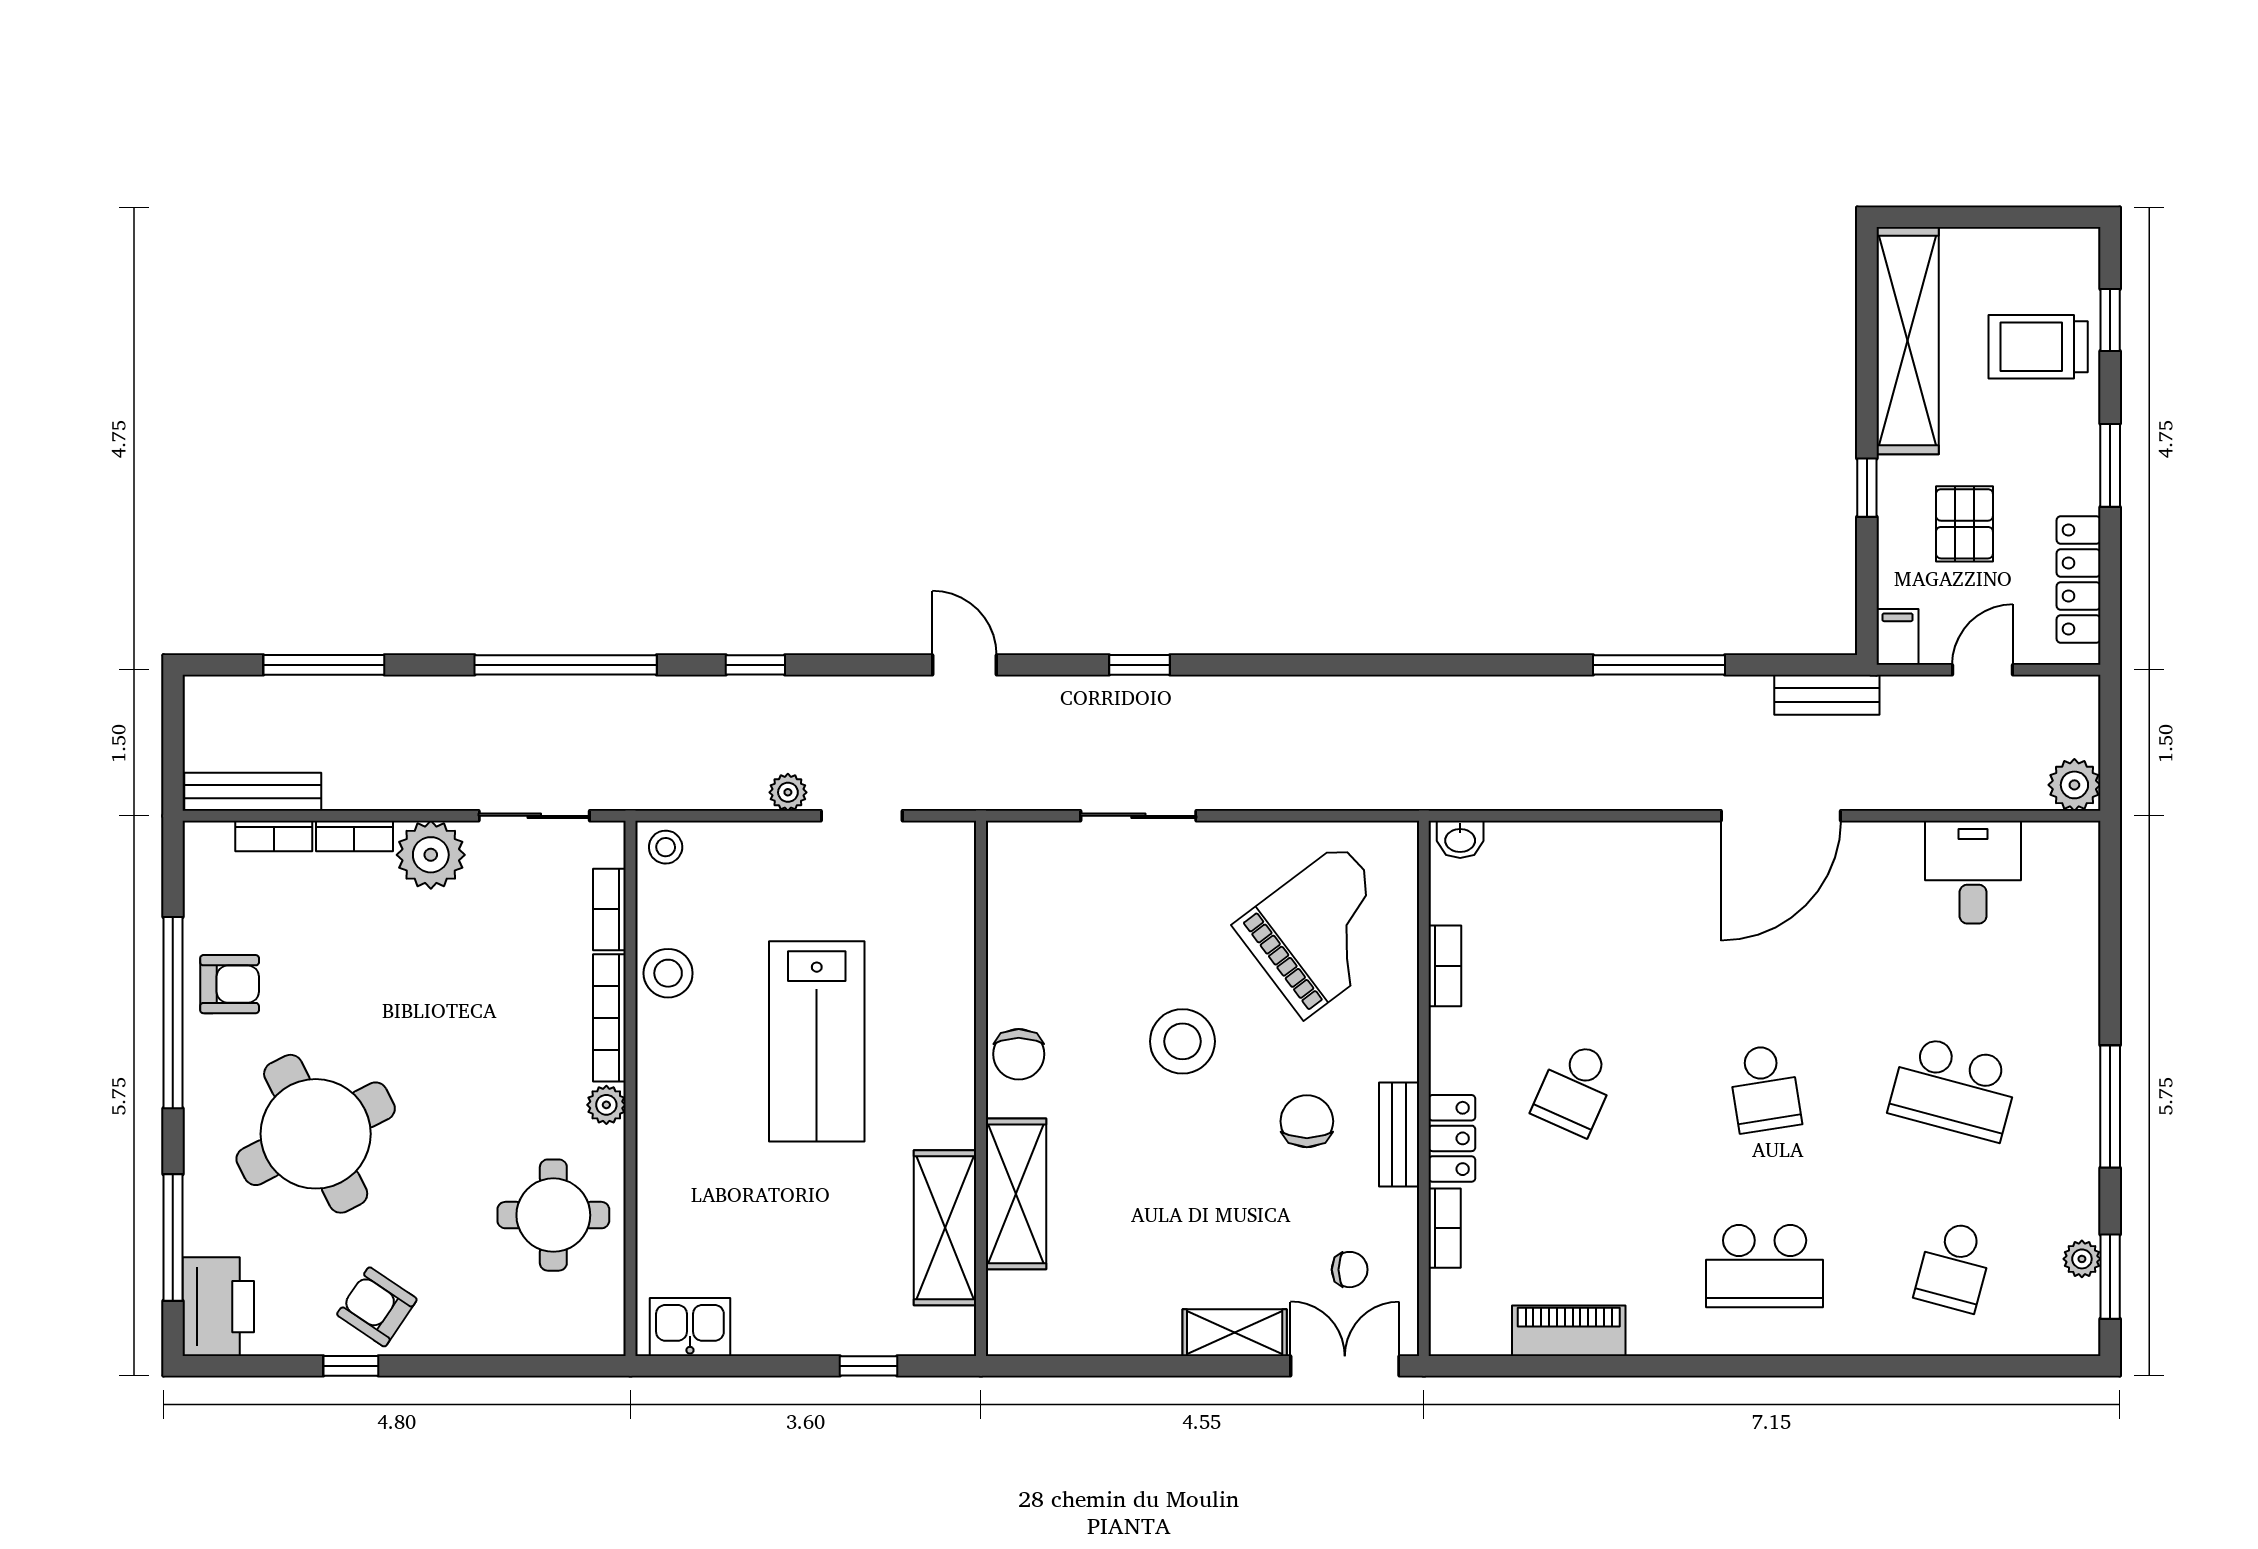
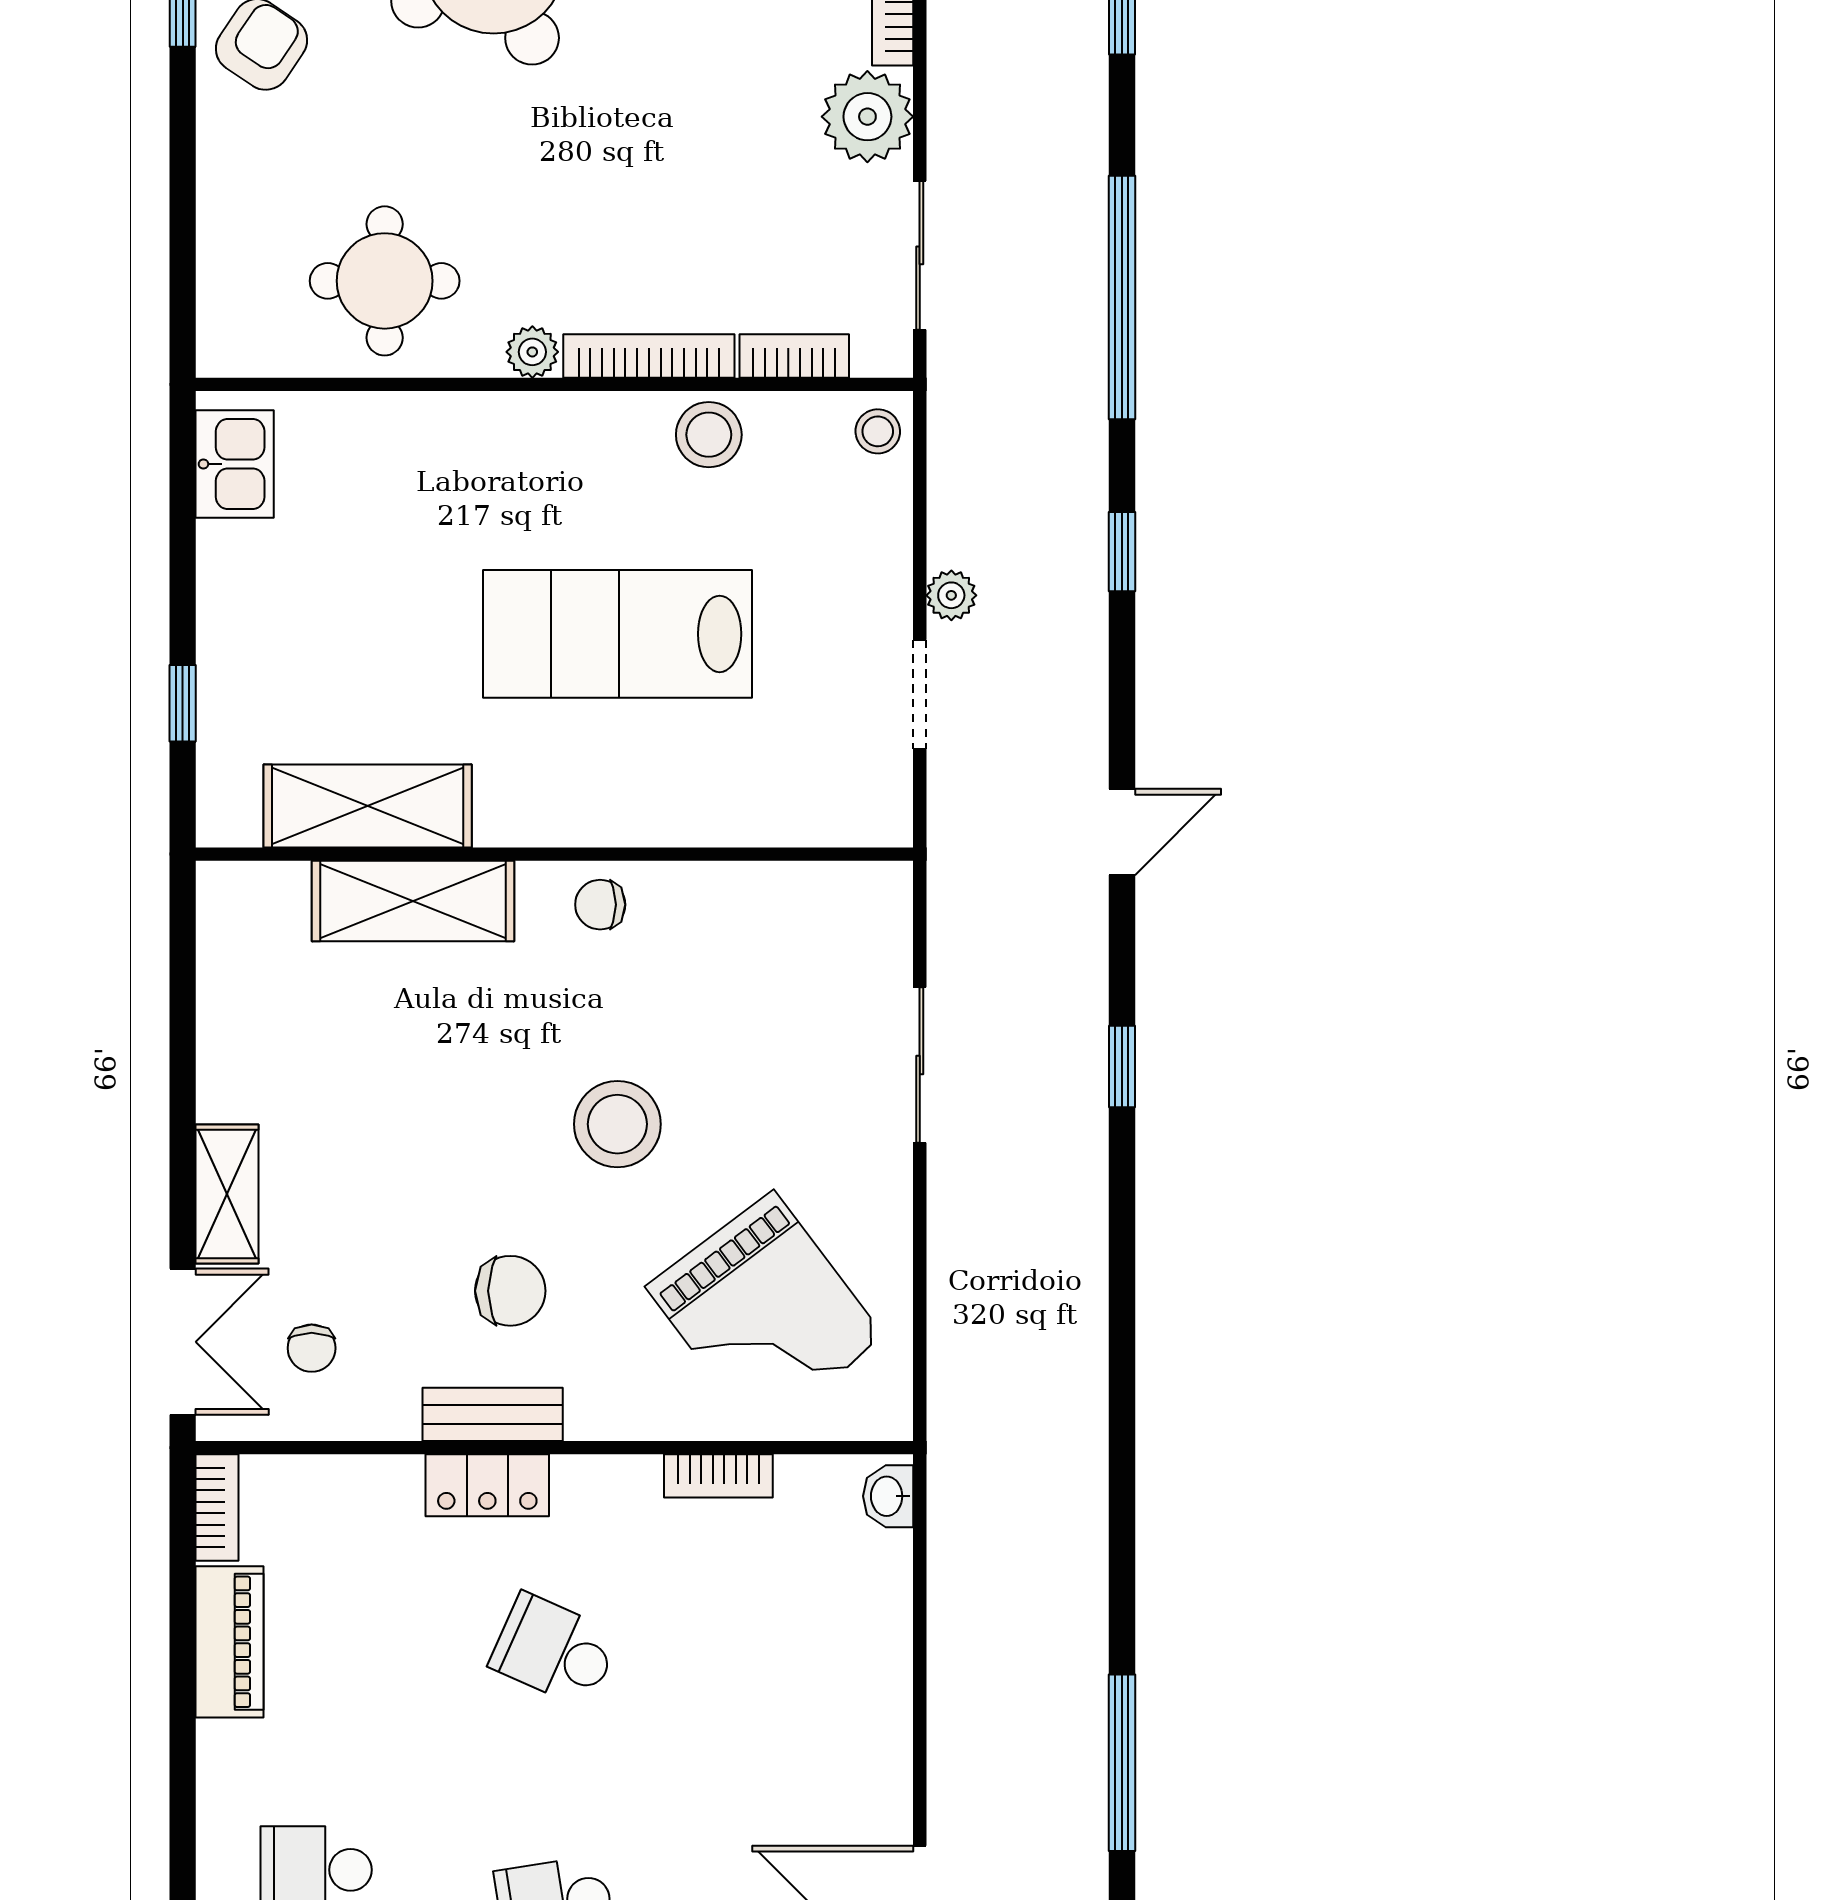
chair: (1019, 1054) -> (600, 905), width x0.73, depth x0.73
bookcase: (1445, 1228) -> (217, 1507), moved, turned -90

